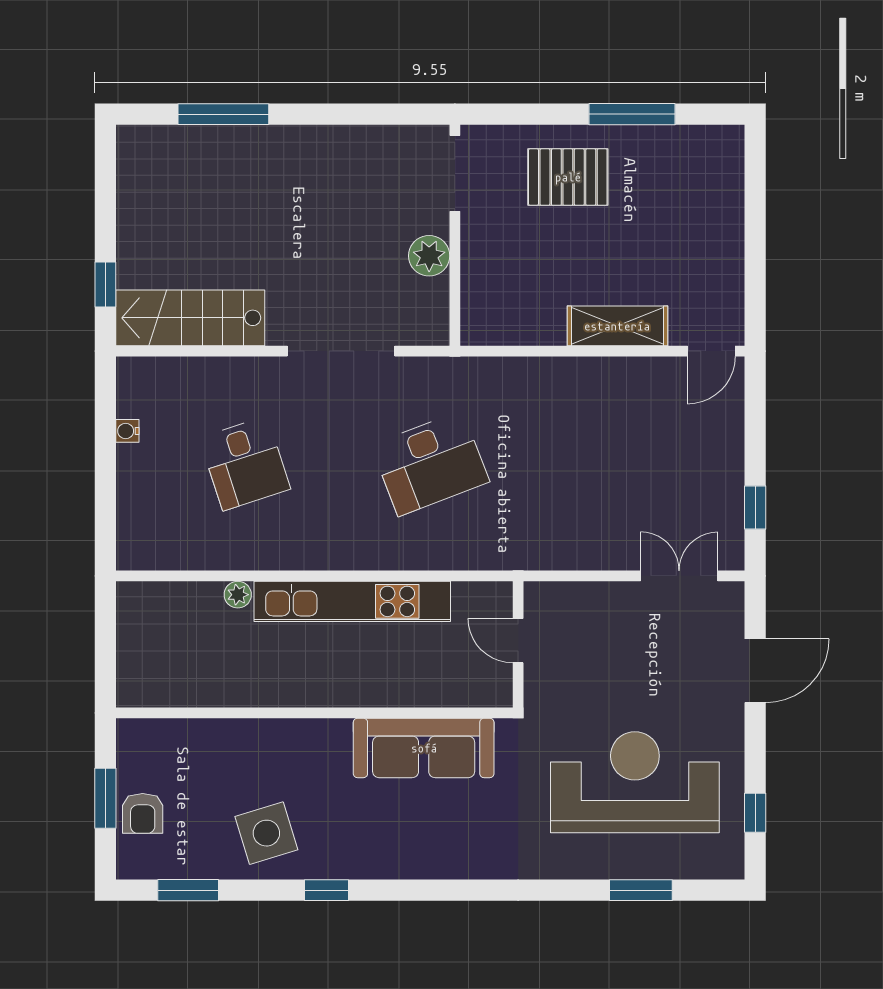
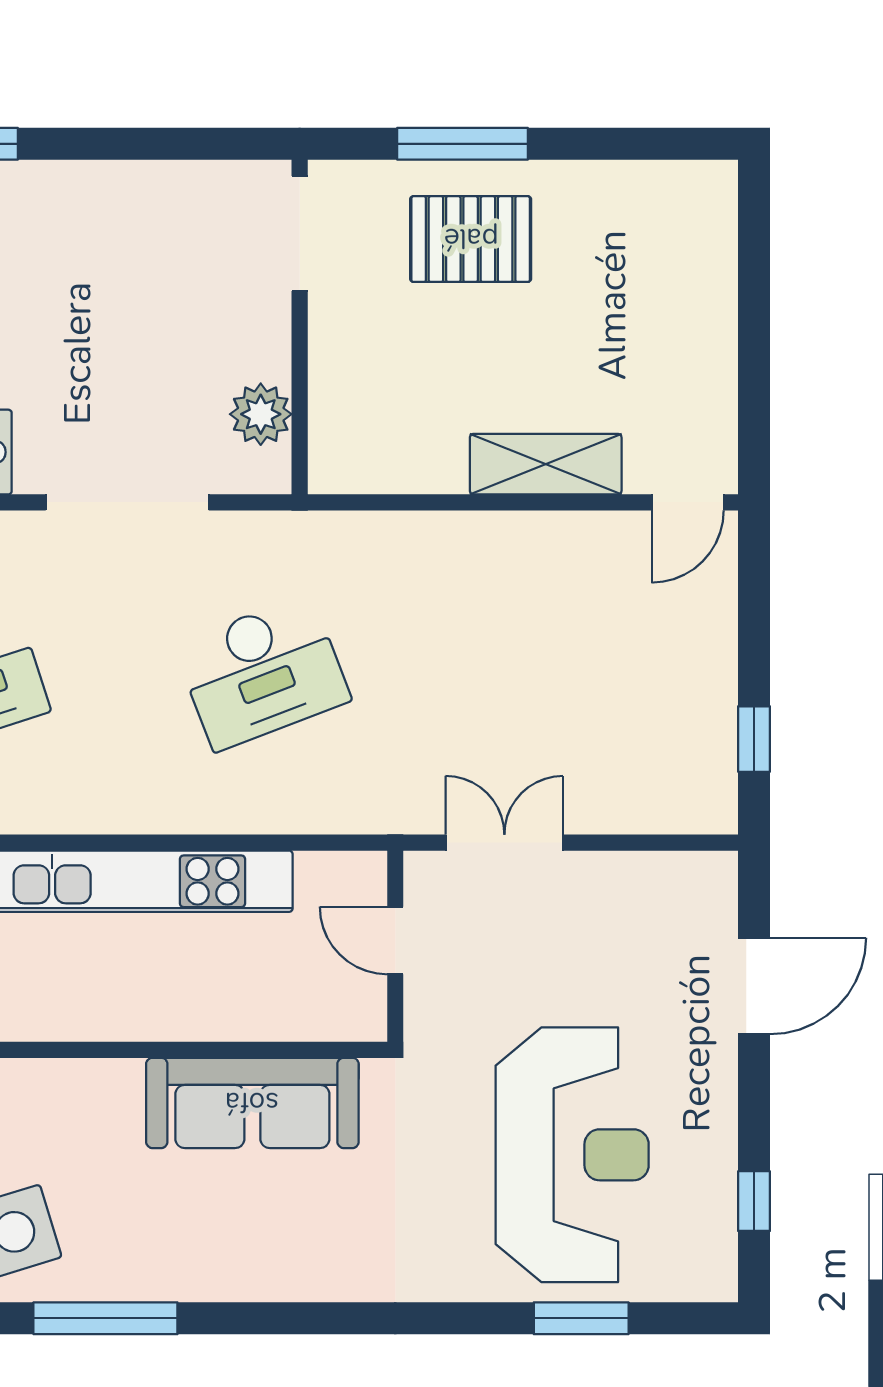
window: (632, 114) -> (462, 144), moved
plant: (429, 256) -> (261, 414), moved
double door: (679, 576) -> (504, 843), moved
reception desk: (635, 782) -> (572, 1155), turned 90
window: (327, 890) -> (105, 1318), width x2.17

